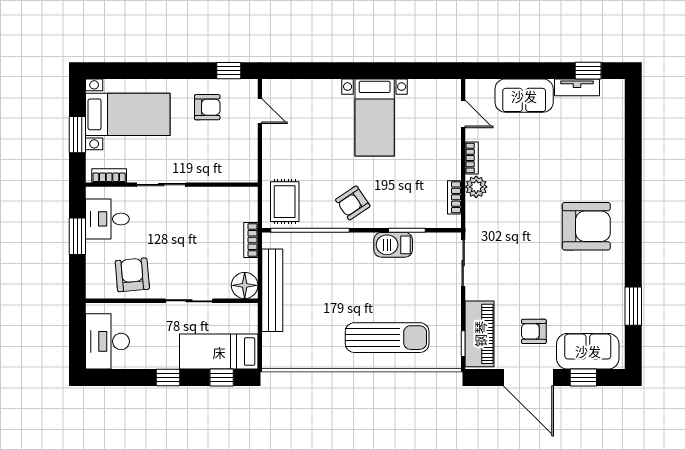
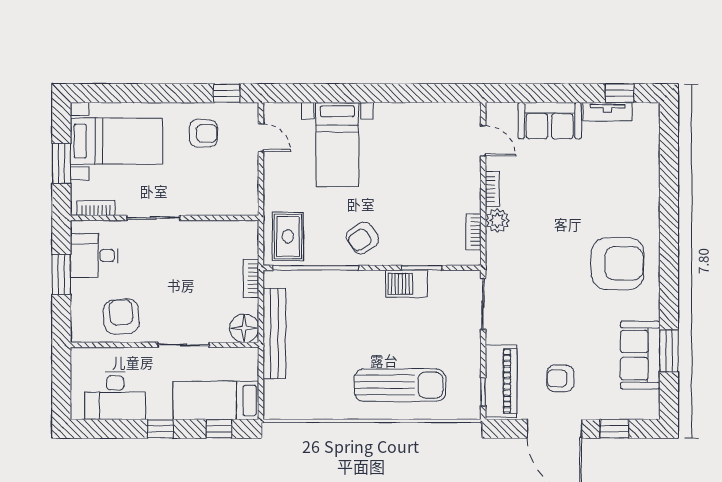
bed with nightstands: (375, 117) -> (337, 145), moved
desk: (108, 341) -> (115, 396), moved, turned -90
sofa: (588, 351) -> (640, 355), moved, turned -90

